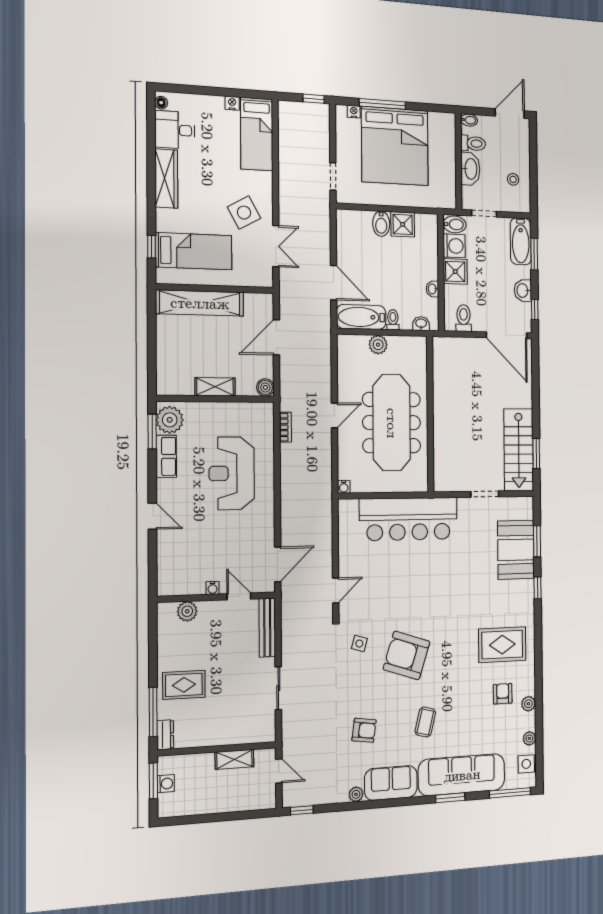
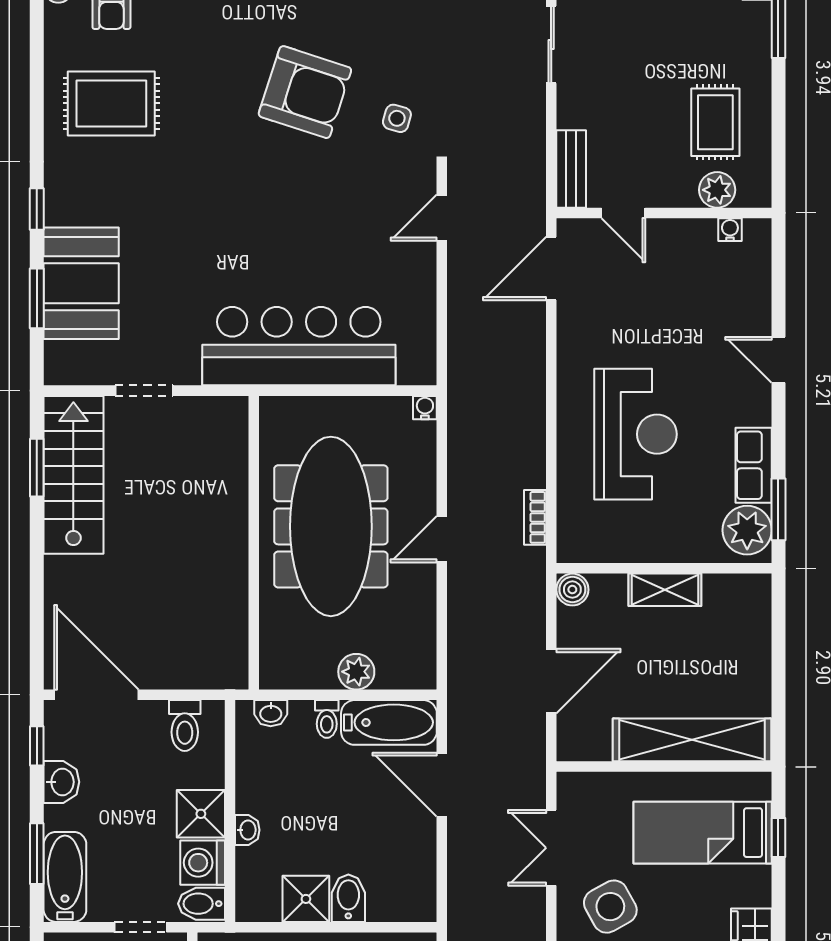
washbasin: (432, 289) -> (247, 830), moved
water cooler: (213, 588) -> (730, 230), moved
bench: (267, 628) -> (571, 169), width x0.73
rug: (184, 685) -> (715, 122), moved, turned 90

